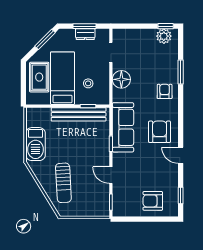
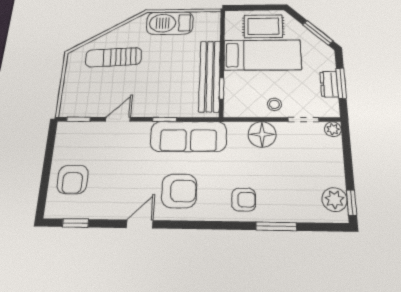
plant: (118, 34) -> (333, 129), added
stool: (88, 83) -> (274, 104), moved
armchair: (153, 201) -> (73, 179), turned 180

